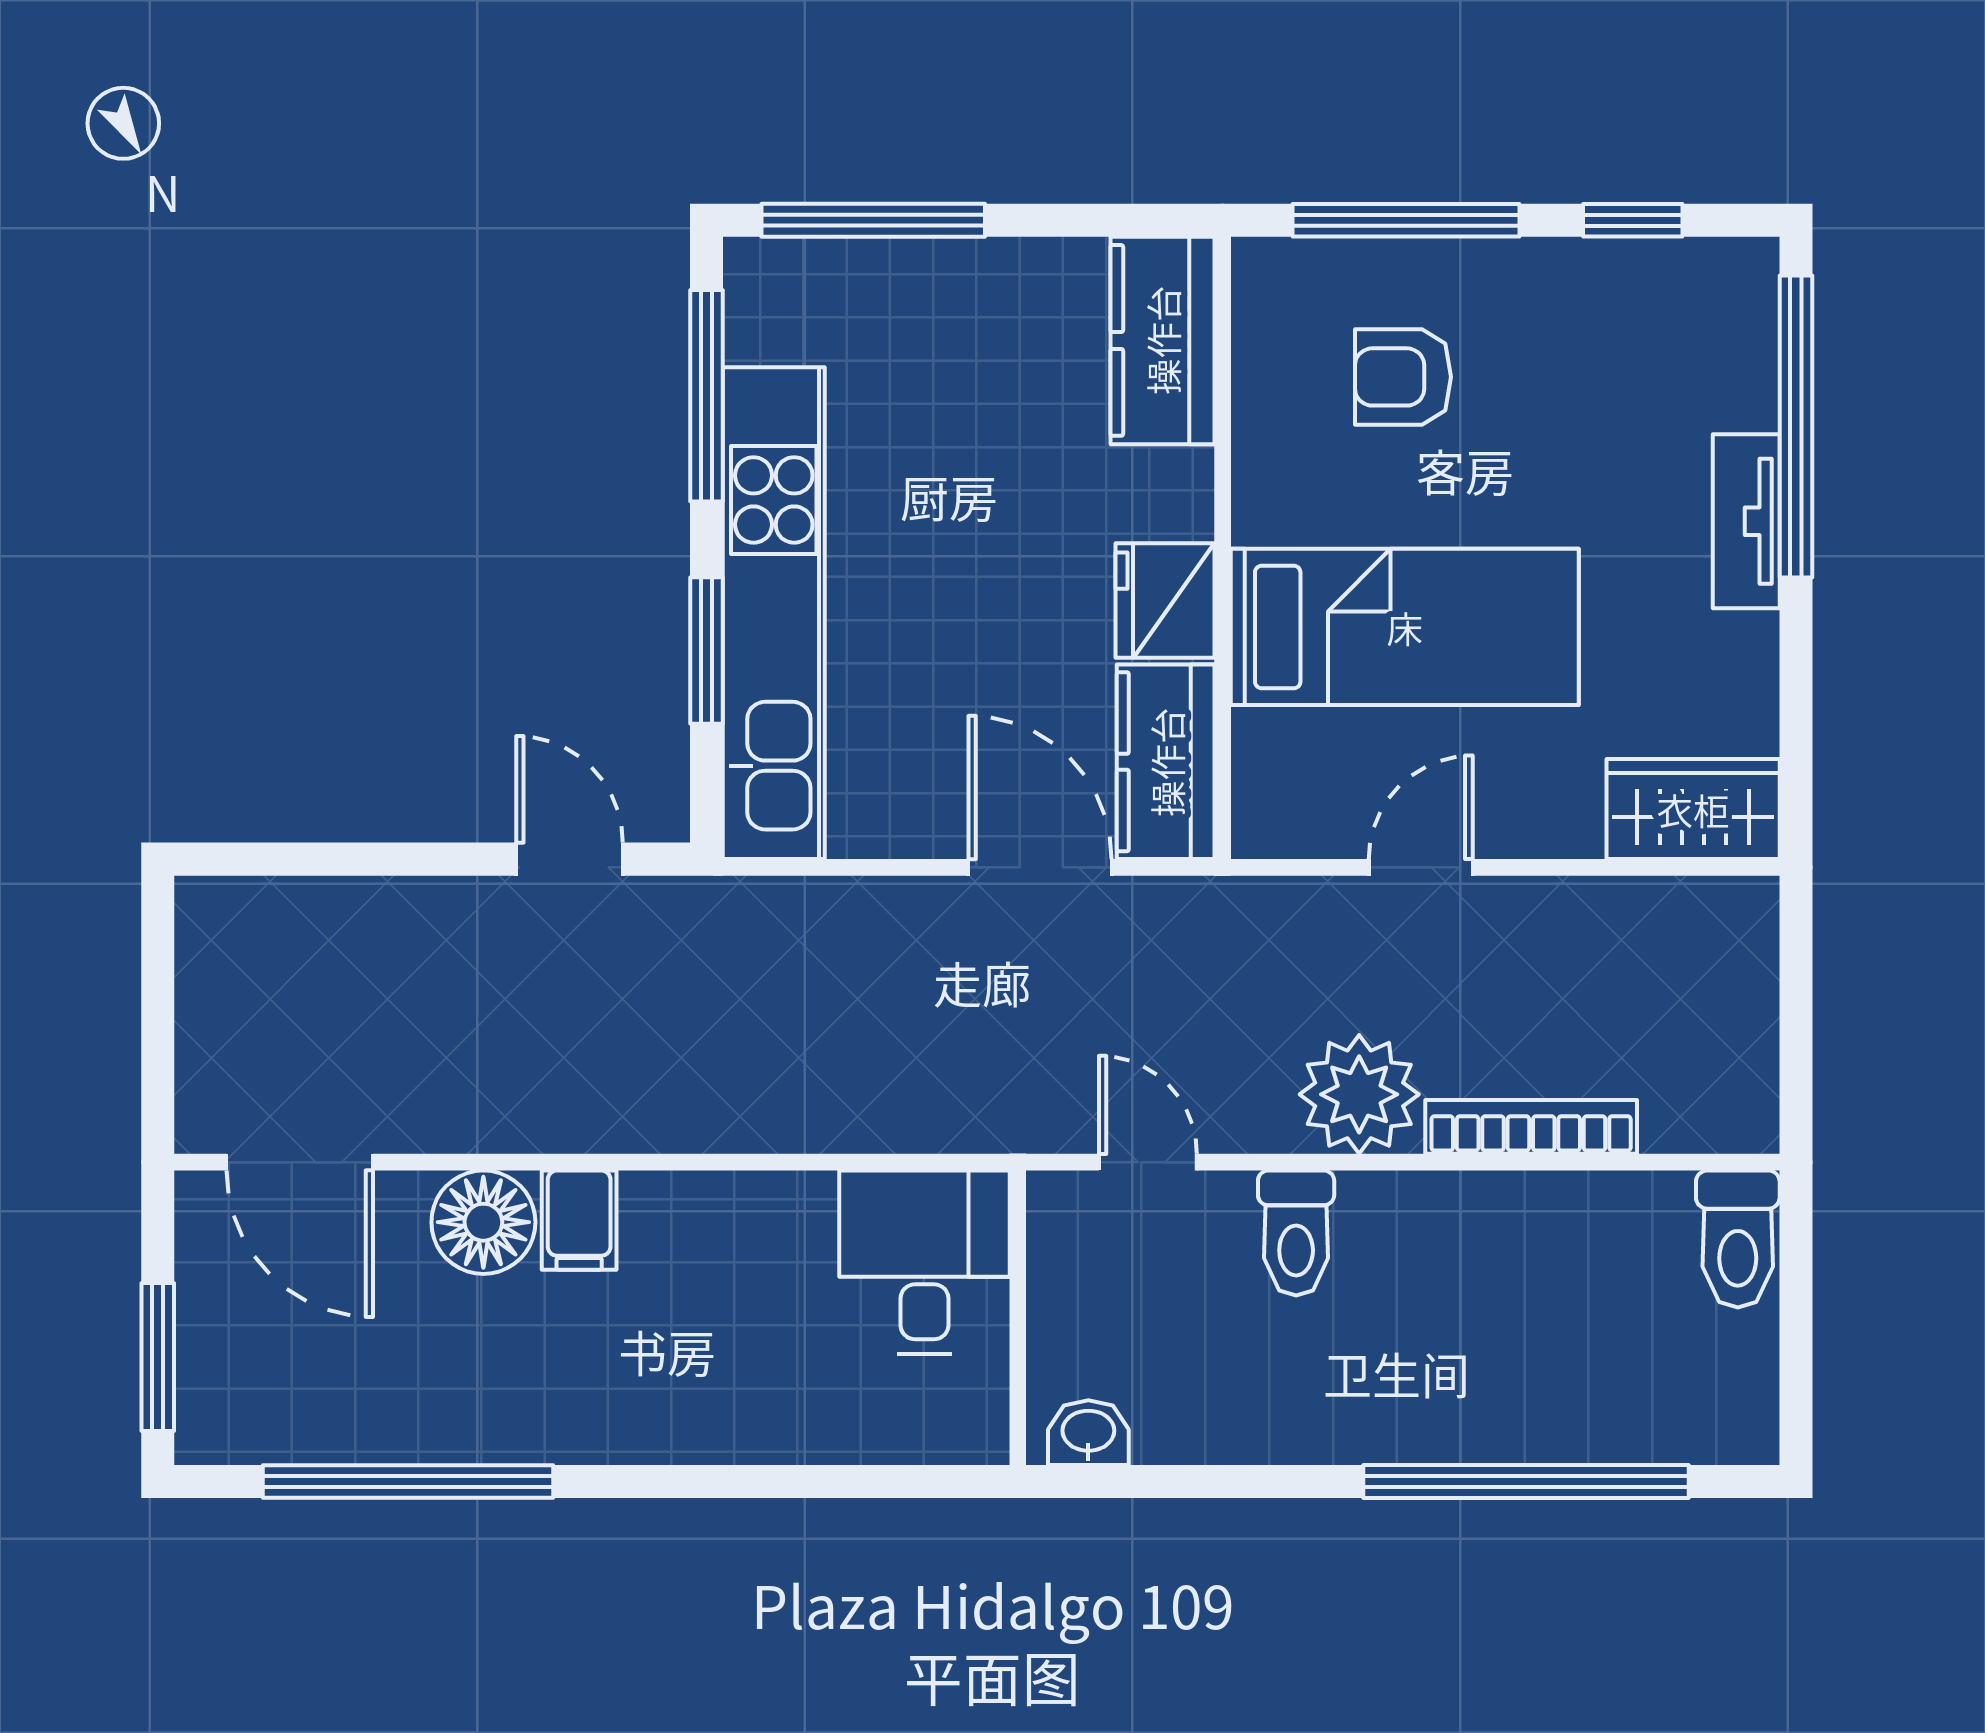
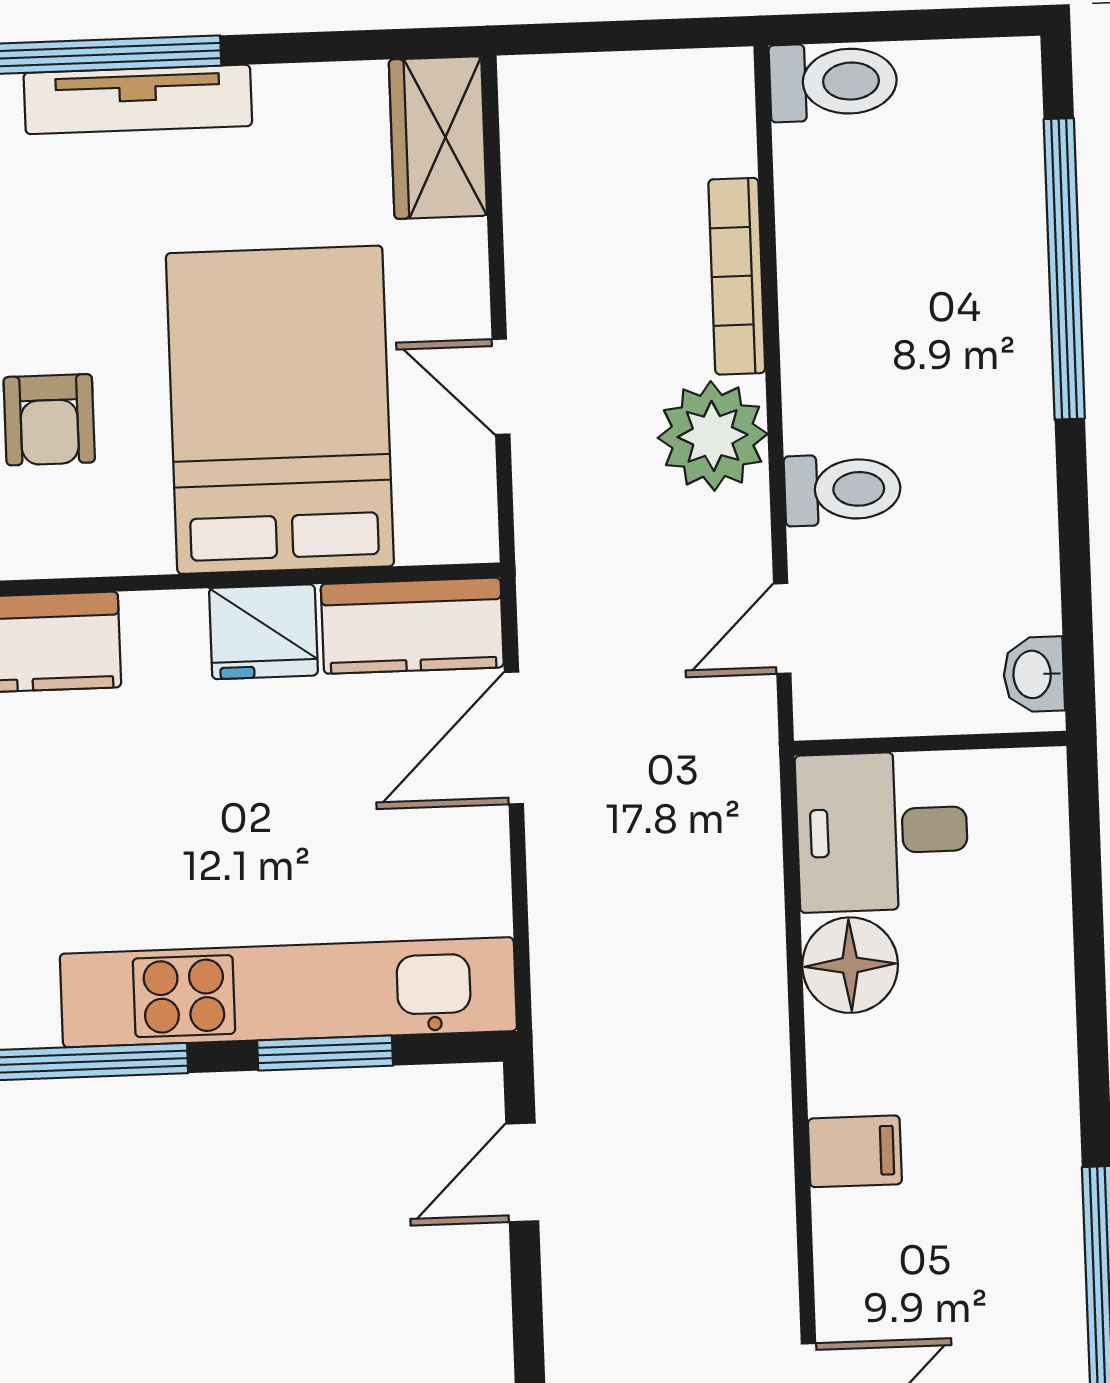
tv unit: (1746, 521) -> (138, 99), width x1.41
bed: (1405, 627) -> (280, 410), width x1.50
floor lamp: (483, 1222) -> (850, 965), moved

